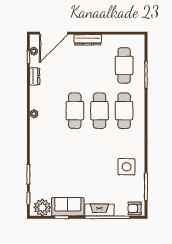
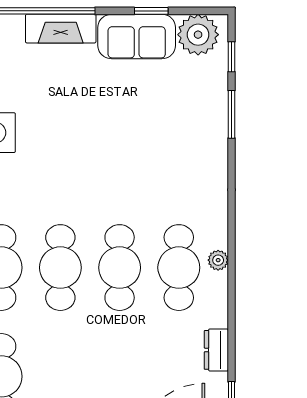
cafe table: (50, 111) -> (179, 268), added

